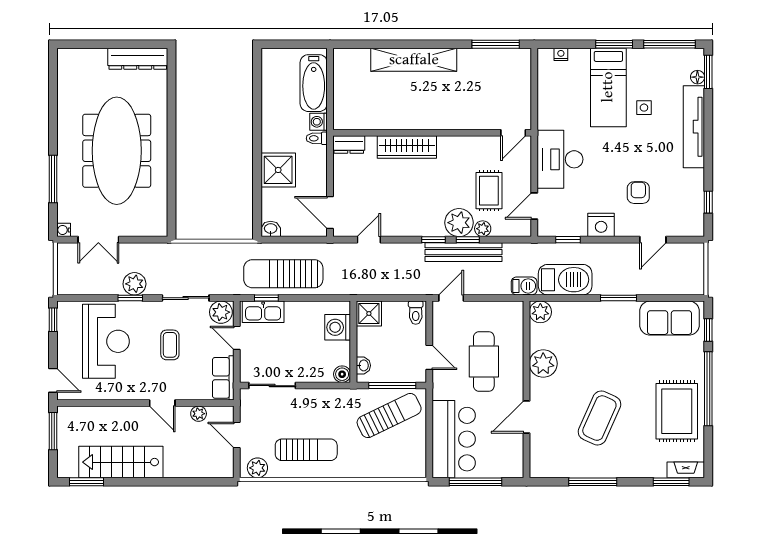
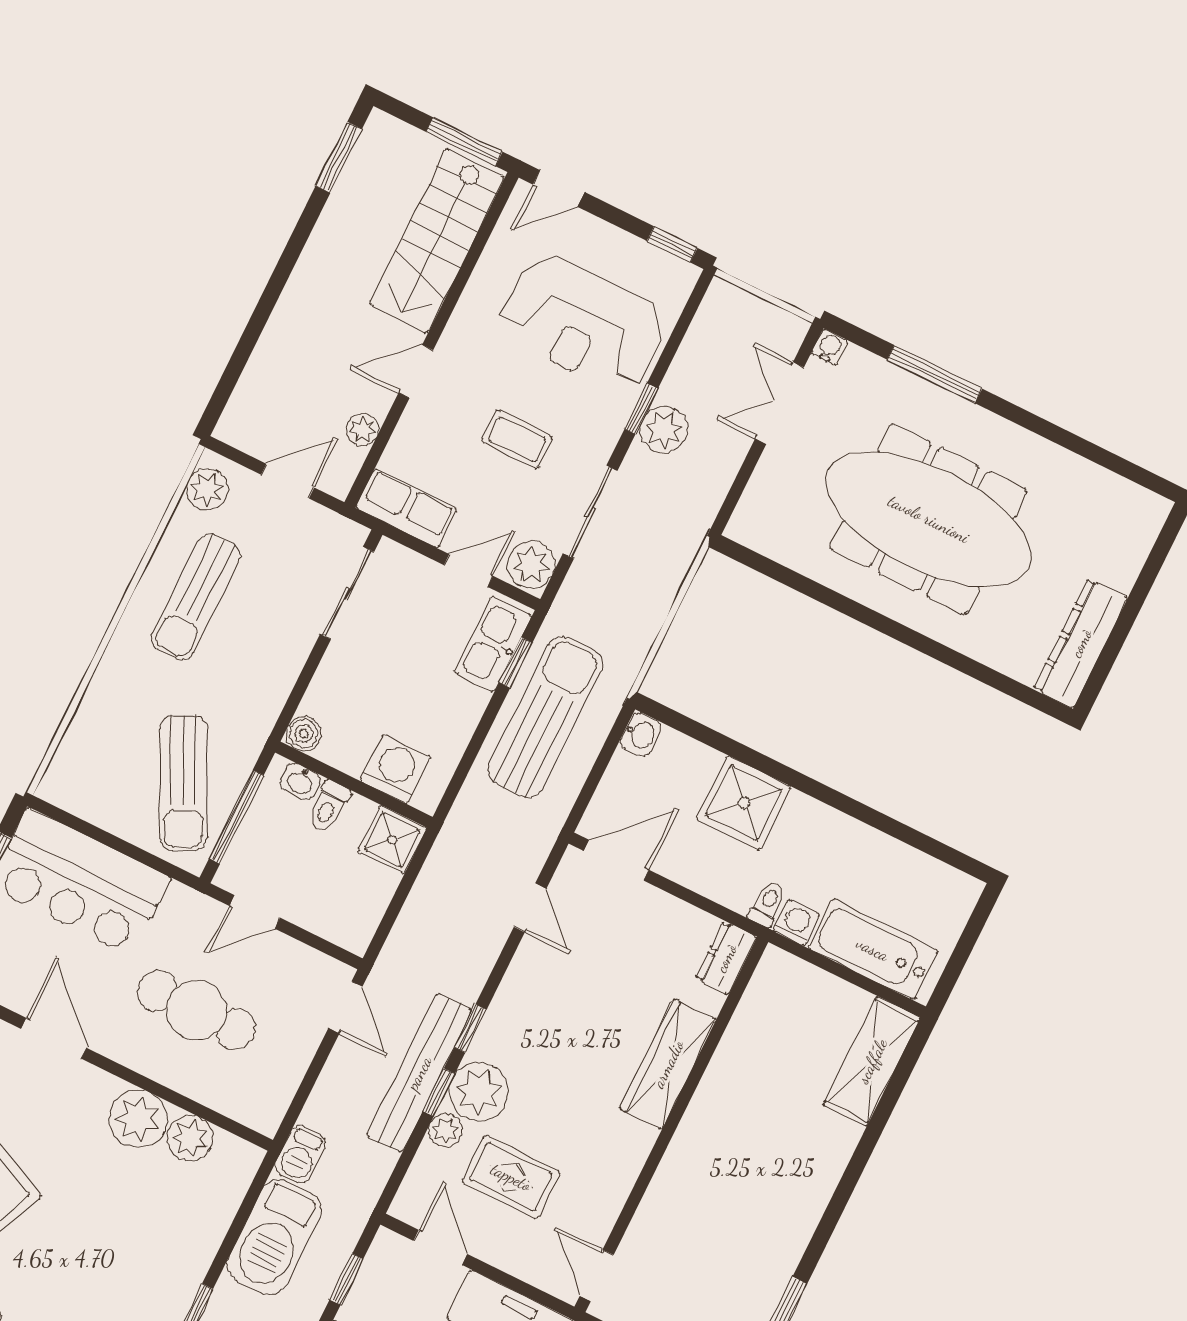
shelving: (414, 60) -> (872, 1061), moved, width x0.68
plant: (540, 312) -> (190, 1138), moved
toilet: (416, 313) -> (329, 806), moved, turned -90
stairs: (121, 462) -> (437, 241), moved, turned 180

